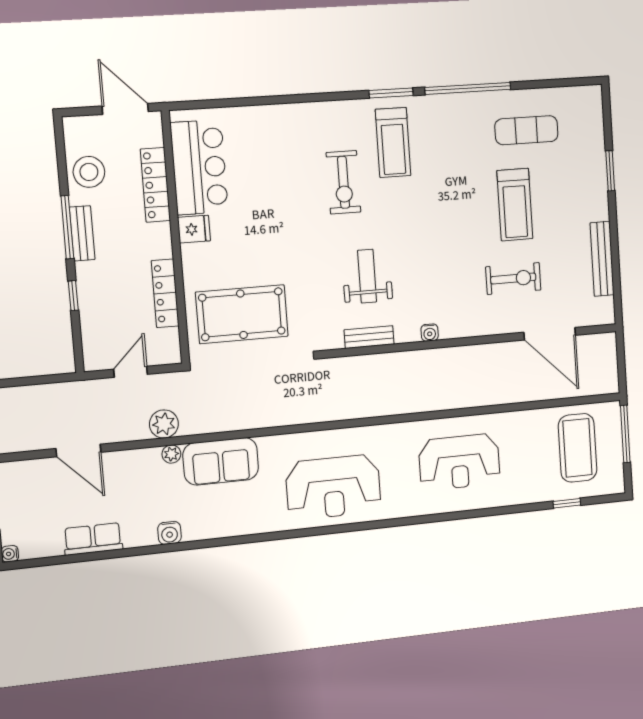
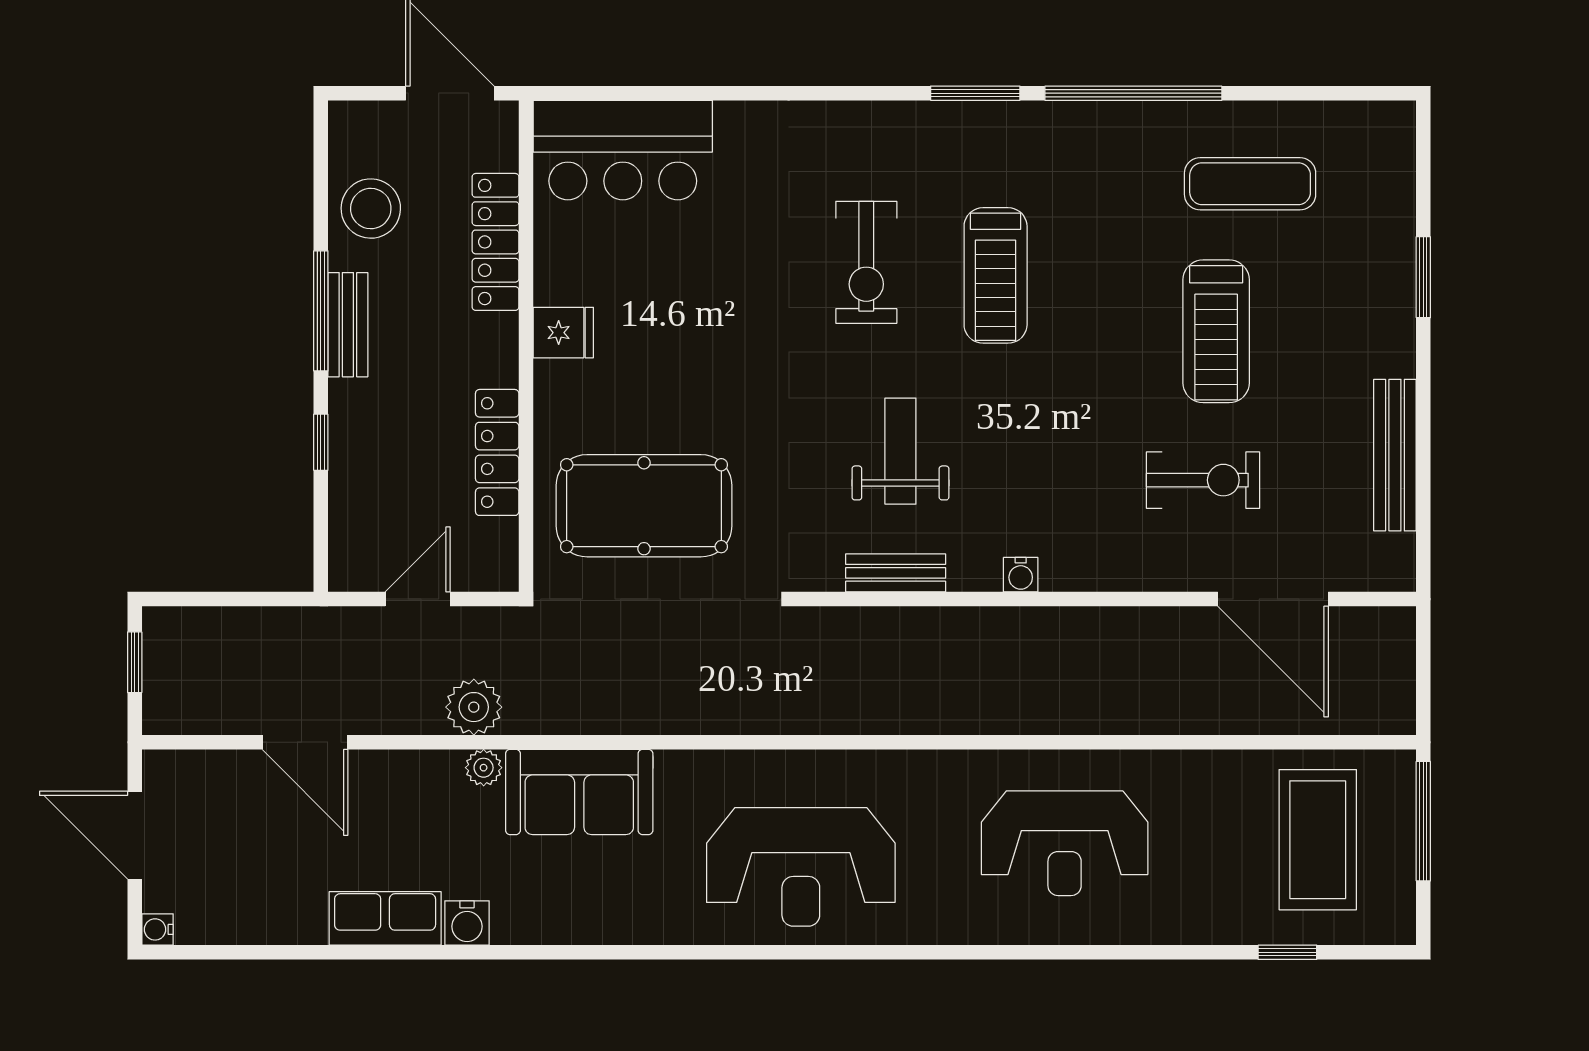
treadmill: (393, 143) -> (996, 275), moved
bar counter: (199, 167) -> (623, 150), moved, turned 90
row of seats: (93, 539) -> (385, 918), moved

